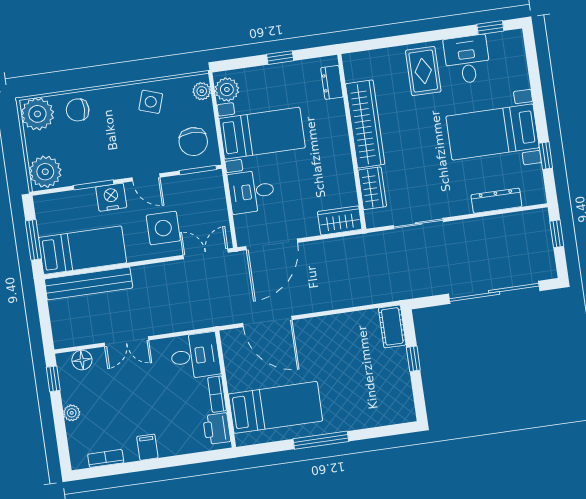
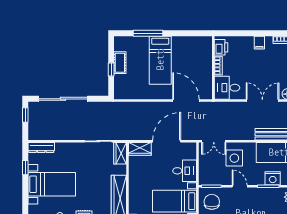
wardrobe: (372, 188) -> (120, 153), moved
nightstand: (111, 197) -> (273, 178), moved
dresser: (496, 201) -> (41, 147), moved
window: (557, 234) -> (25, 115), moved
door: (272, 244) -> (167, 141), moved
cot: (392, 326) -> (120, 63), moved
double door: (126, 342) -> (262, 100), width x1.37
bed: (276, 407) -> (160, 60), moved, turned -90
window: (321, 440) -> (148, 33), moved

